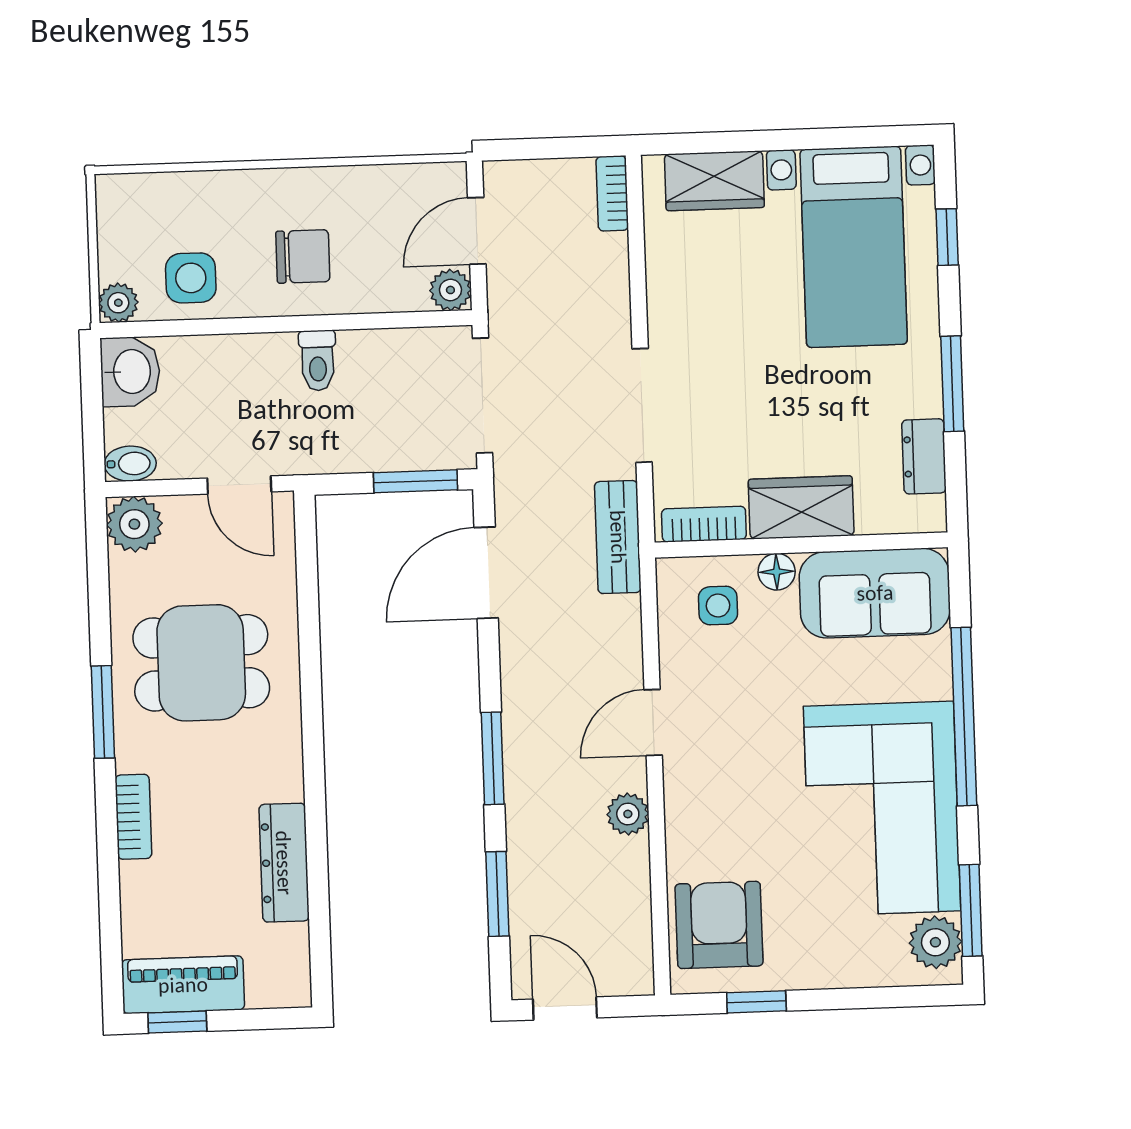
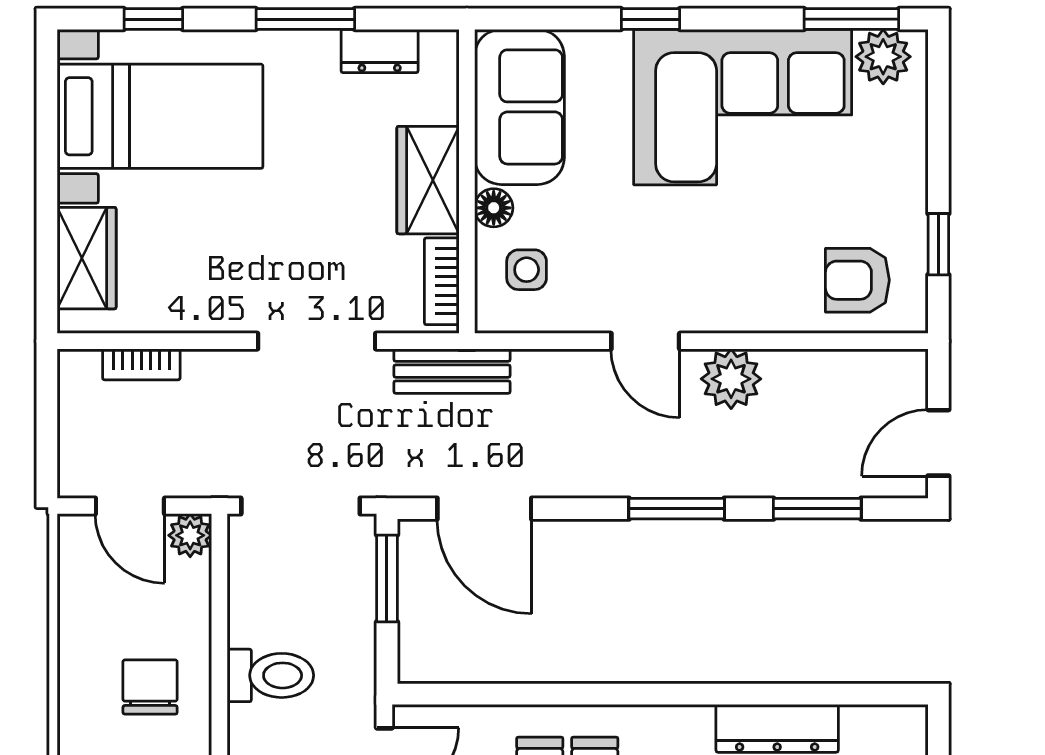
bookcase: (612, 193) -> (141, 364), moved
toilet: (318, 361) -> (270, 675), width x1.37, depth x1.39
window: (964, 717) -> (650, 19), width x0.32
plant: (628, 814) -> (731, 379), width x1.38, depth x1.38
armchair: (719, 925) -> (857, 280), width x0.72, depth x0.72

